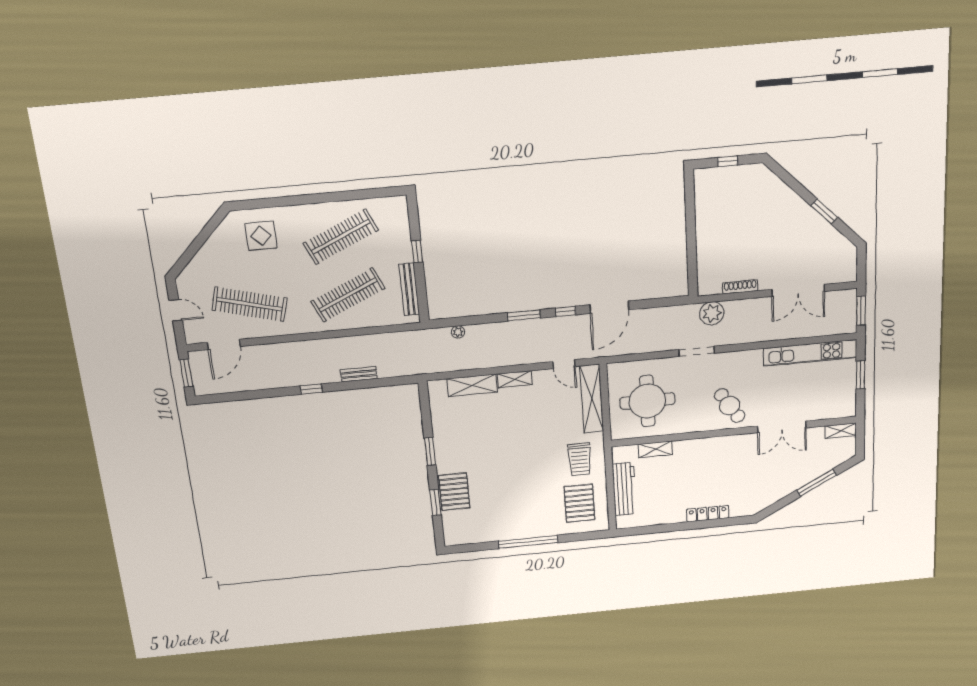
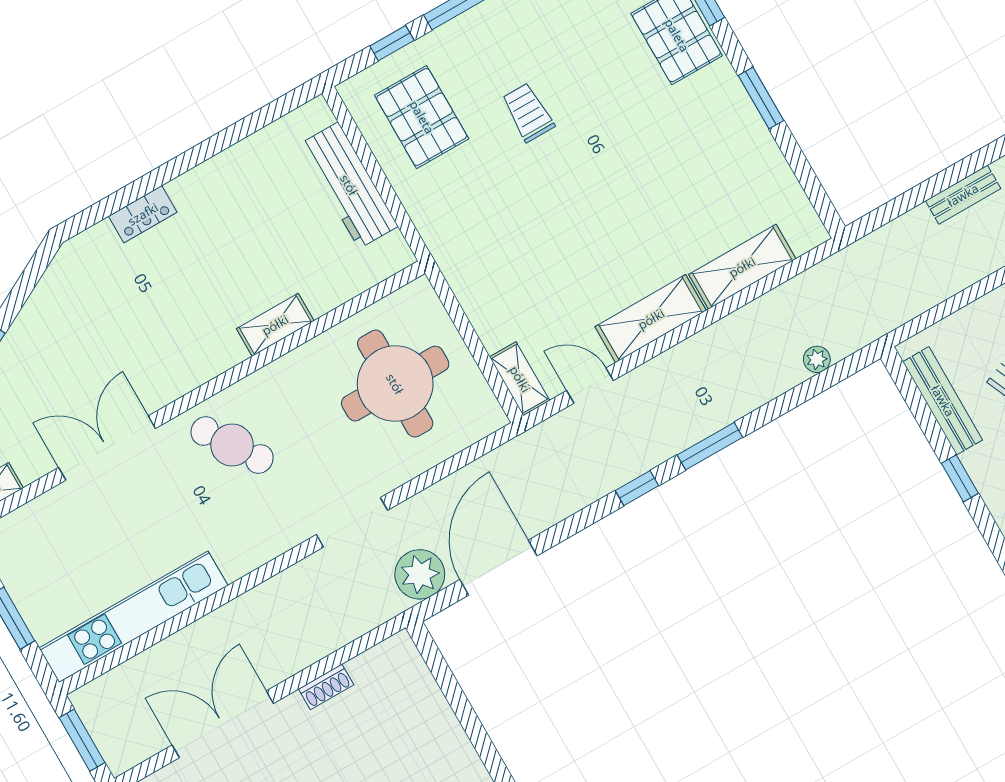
shoe rack: (740, 287) -> (326, 687), width x0.70
door: (609, 307) -> (498, 568), moved
plant: (712, 313) -> (420, 574), moved
shelving: (515, 379) -> (651, 319), width x1.50, depth x1.33
shelving: (592, 399) -> (520, 379), width x0.45, depth x0.75
shelving: (655, 449) -> (275, 325), moved
trolley: (580, 459) -> (528, 112), moved, width x0.73, depth x0.72
locker: (708, 514) -> (143, 214), width x0.66
window: (577, 537) -> (392, 43), added

